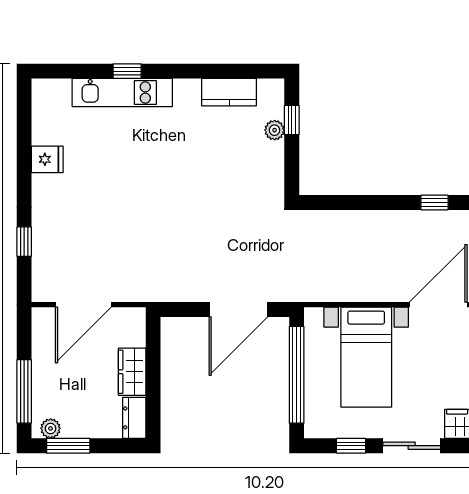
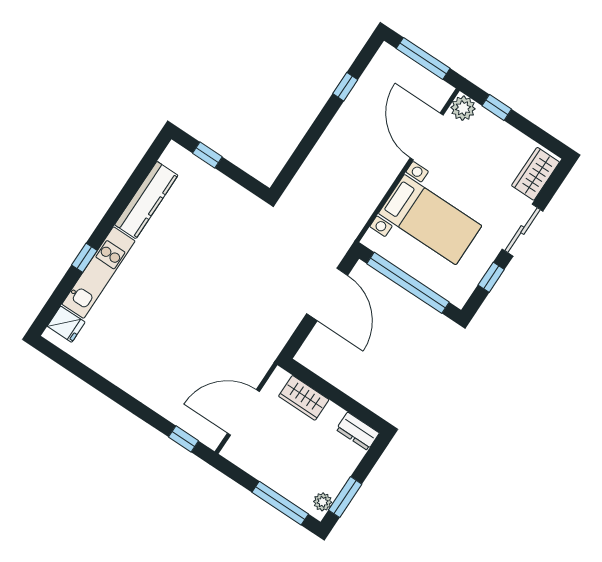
kitchen counter: (229, 92) -> (146, 200), width x1.50
plant: (275, 130) -> (206, 174), removed
fridge: (47, 159) -> (66, 324), moved, turned 90
window: (24, 242) -> (183, 439), moved
door: (83, 305) -> (243, 412), swing flipped
wardrobe: (132, 372) -> (304, 398), moved

